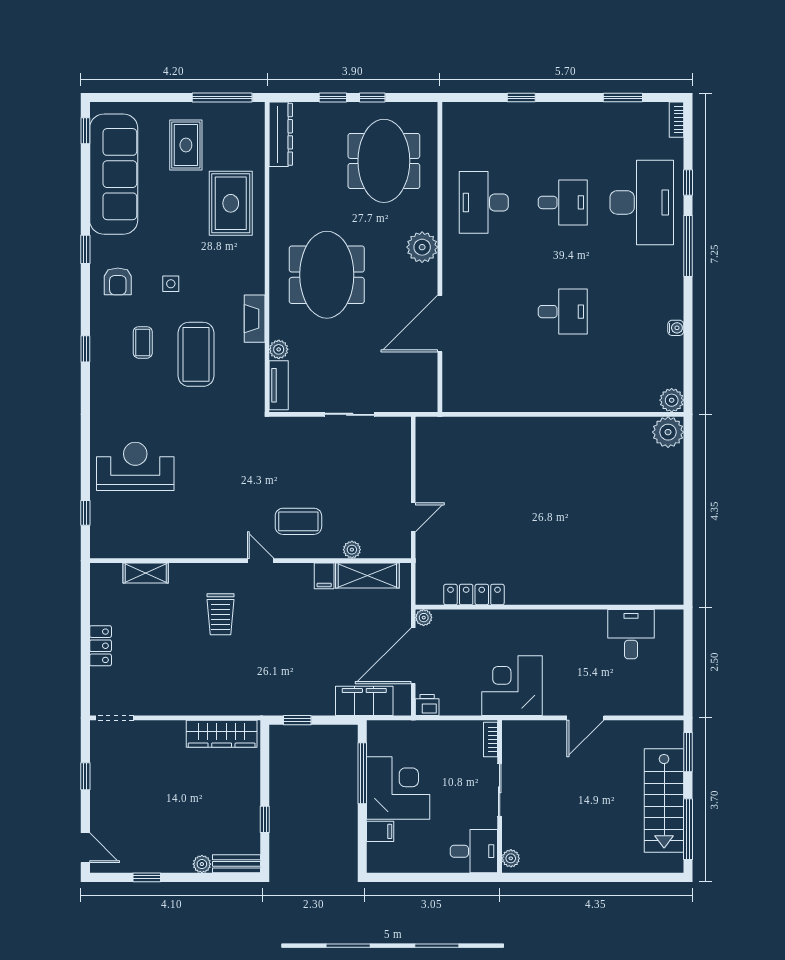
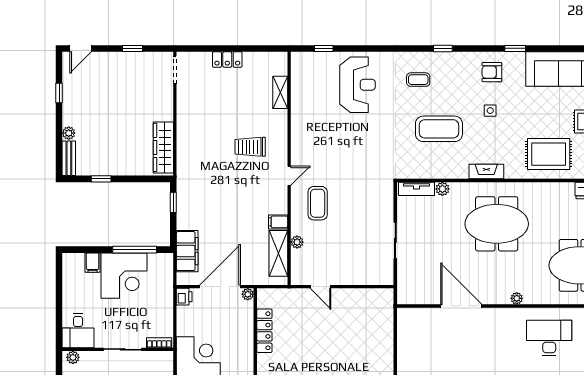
plant: (422, 247) -> (517, 298), width x0.53, depth x0.53
fireplace: (255, 319) -> (486, 171), moved
coffee table: (143, 342) -> (418, 80), moved
door: (413, 656) -> (220, 287), hinge flipped

